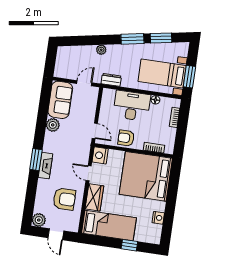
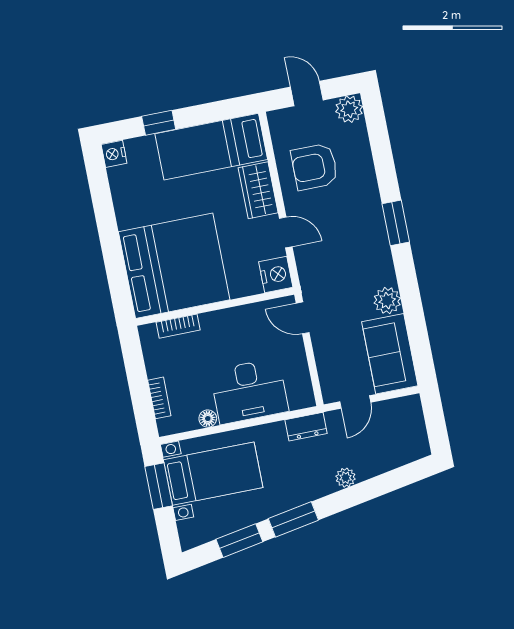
armchair: (126, 138) -> (238, 325), removed
fireplace: (45, 166) -> (373, 218), removed
nightstand: (158, 218) -> (114, 154), moved

